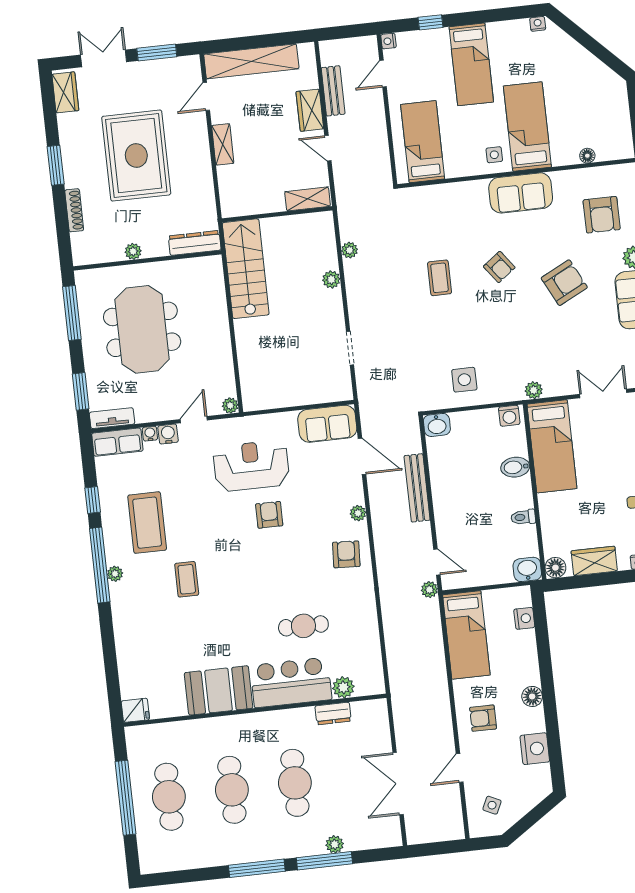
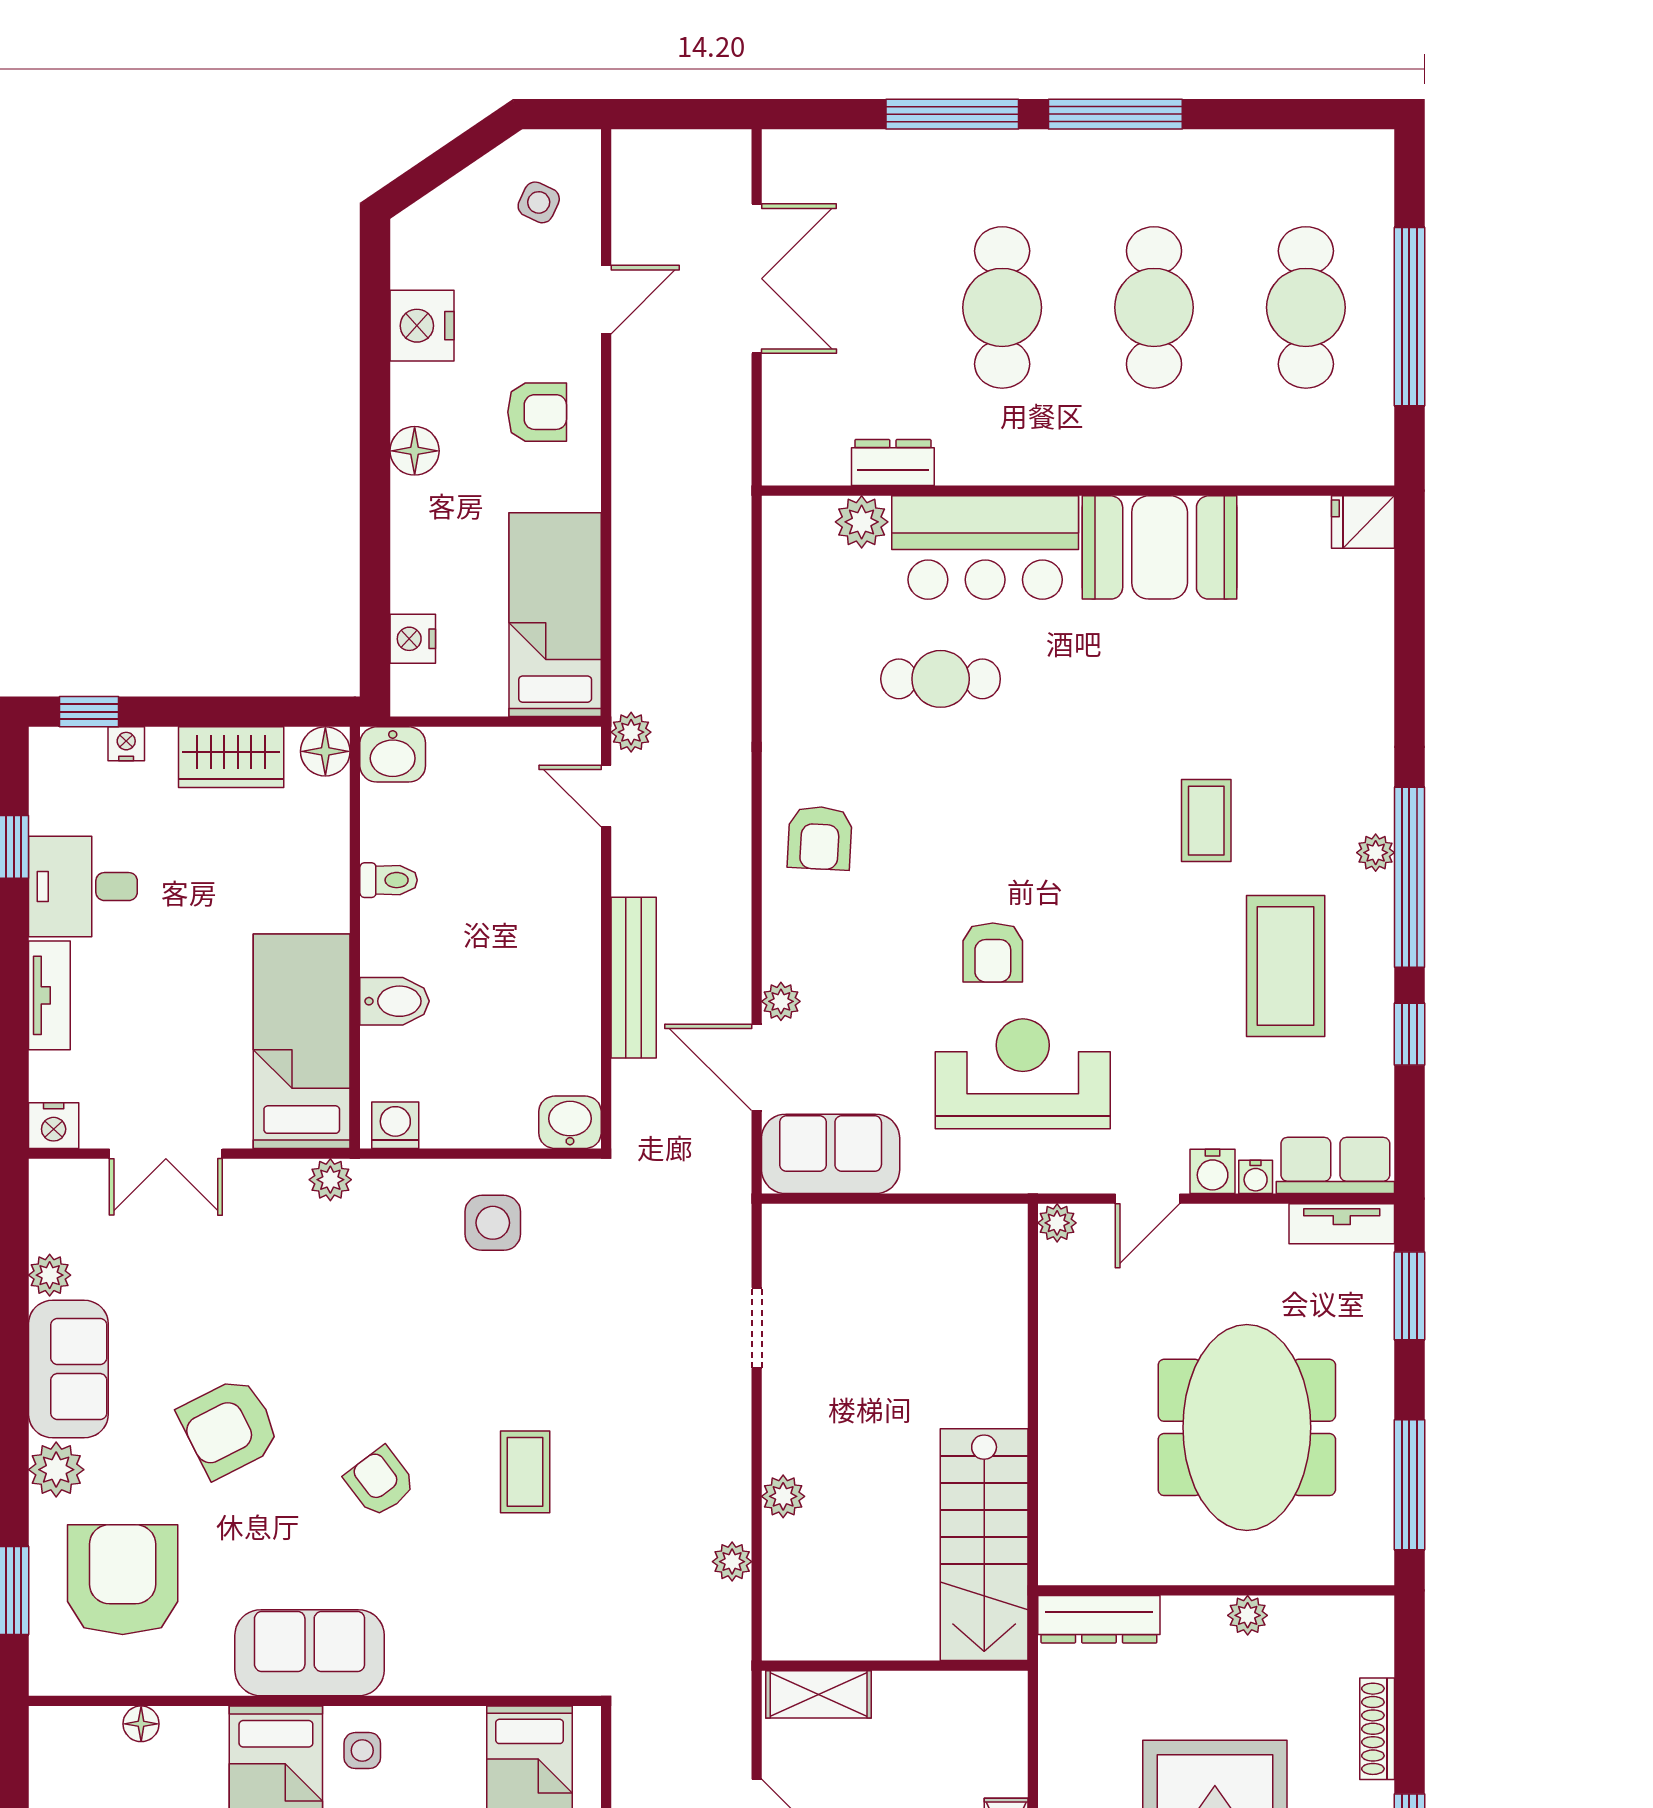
armchair: (602, 215) -> (123, 1580), width x1.36, depth x1.36
reception desk: (251, 466) -> (1023, 1074), turned 180
plant: (358, 513) -> (781, 1001), moved
plant: (335, 844) -> (924, 151), removed

